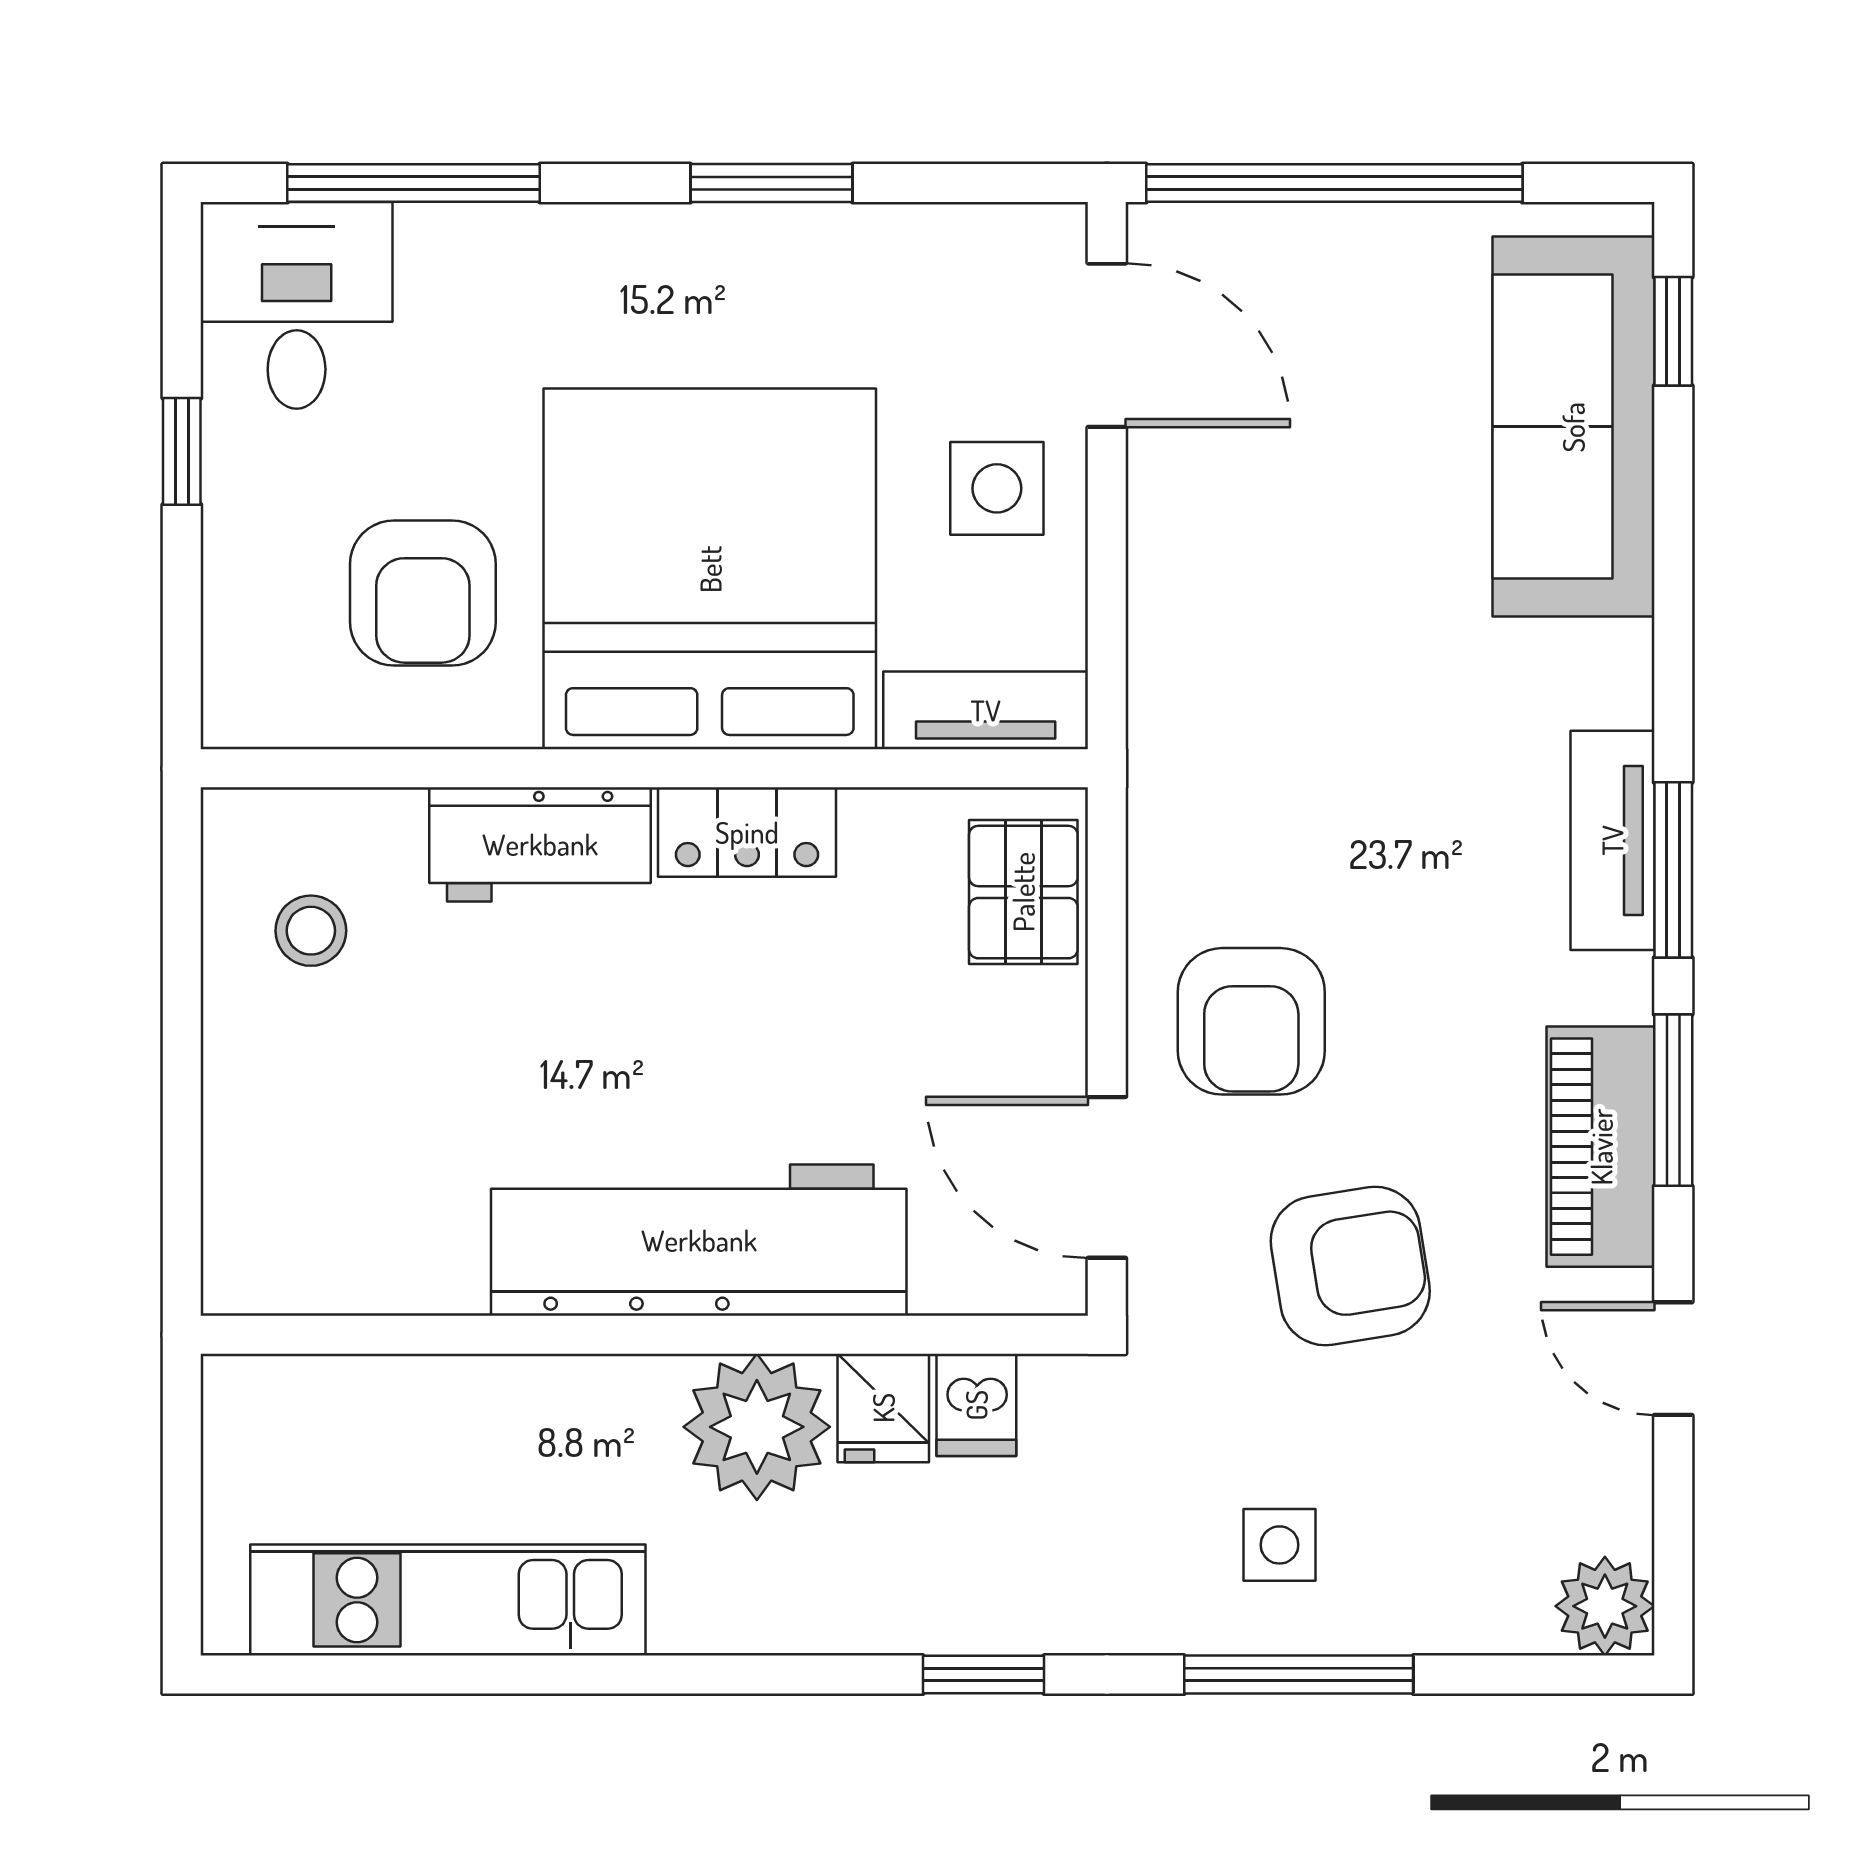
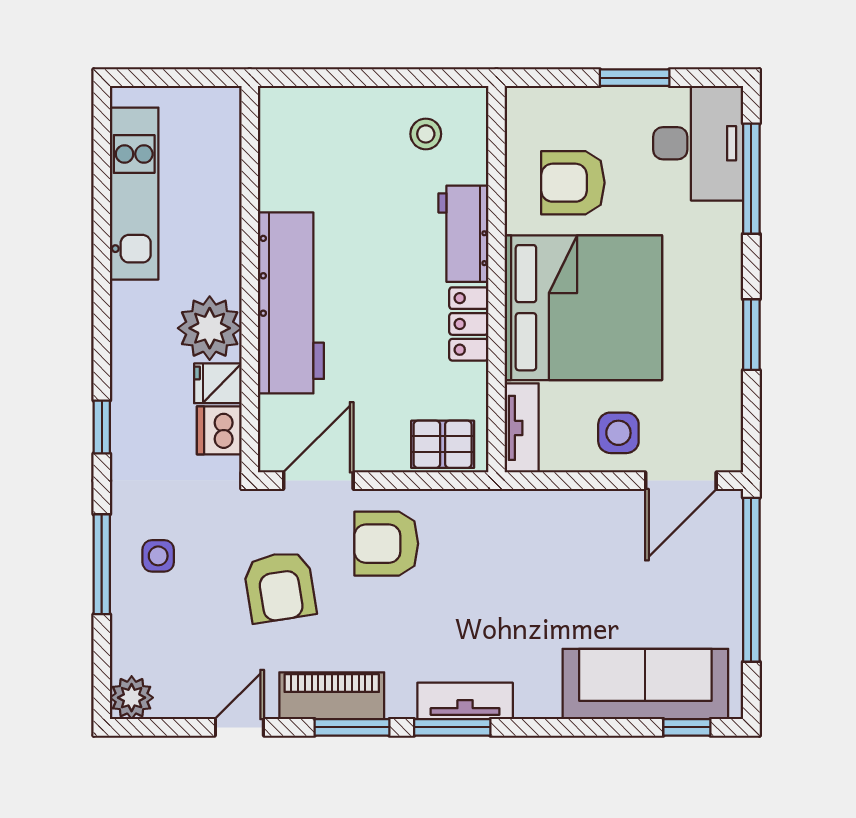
desk: (297, 305) -> (698, 143), width x1.37
window: (182, 451) -> (635, 78), width x1.50
dishwasher: (976, 1405) -> (219, 430), width x1.38

